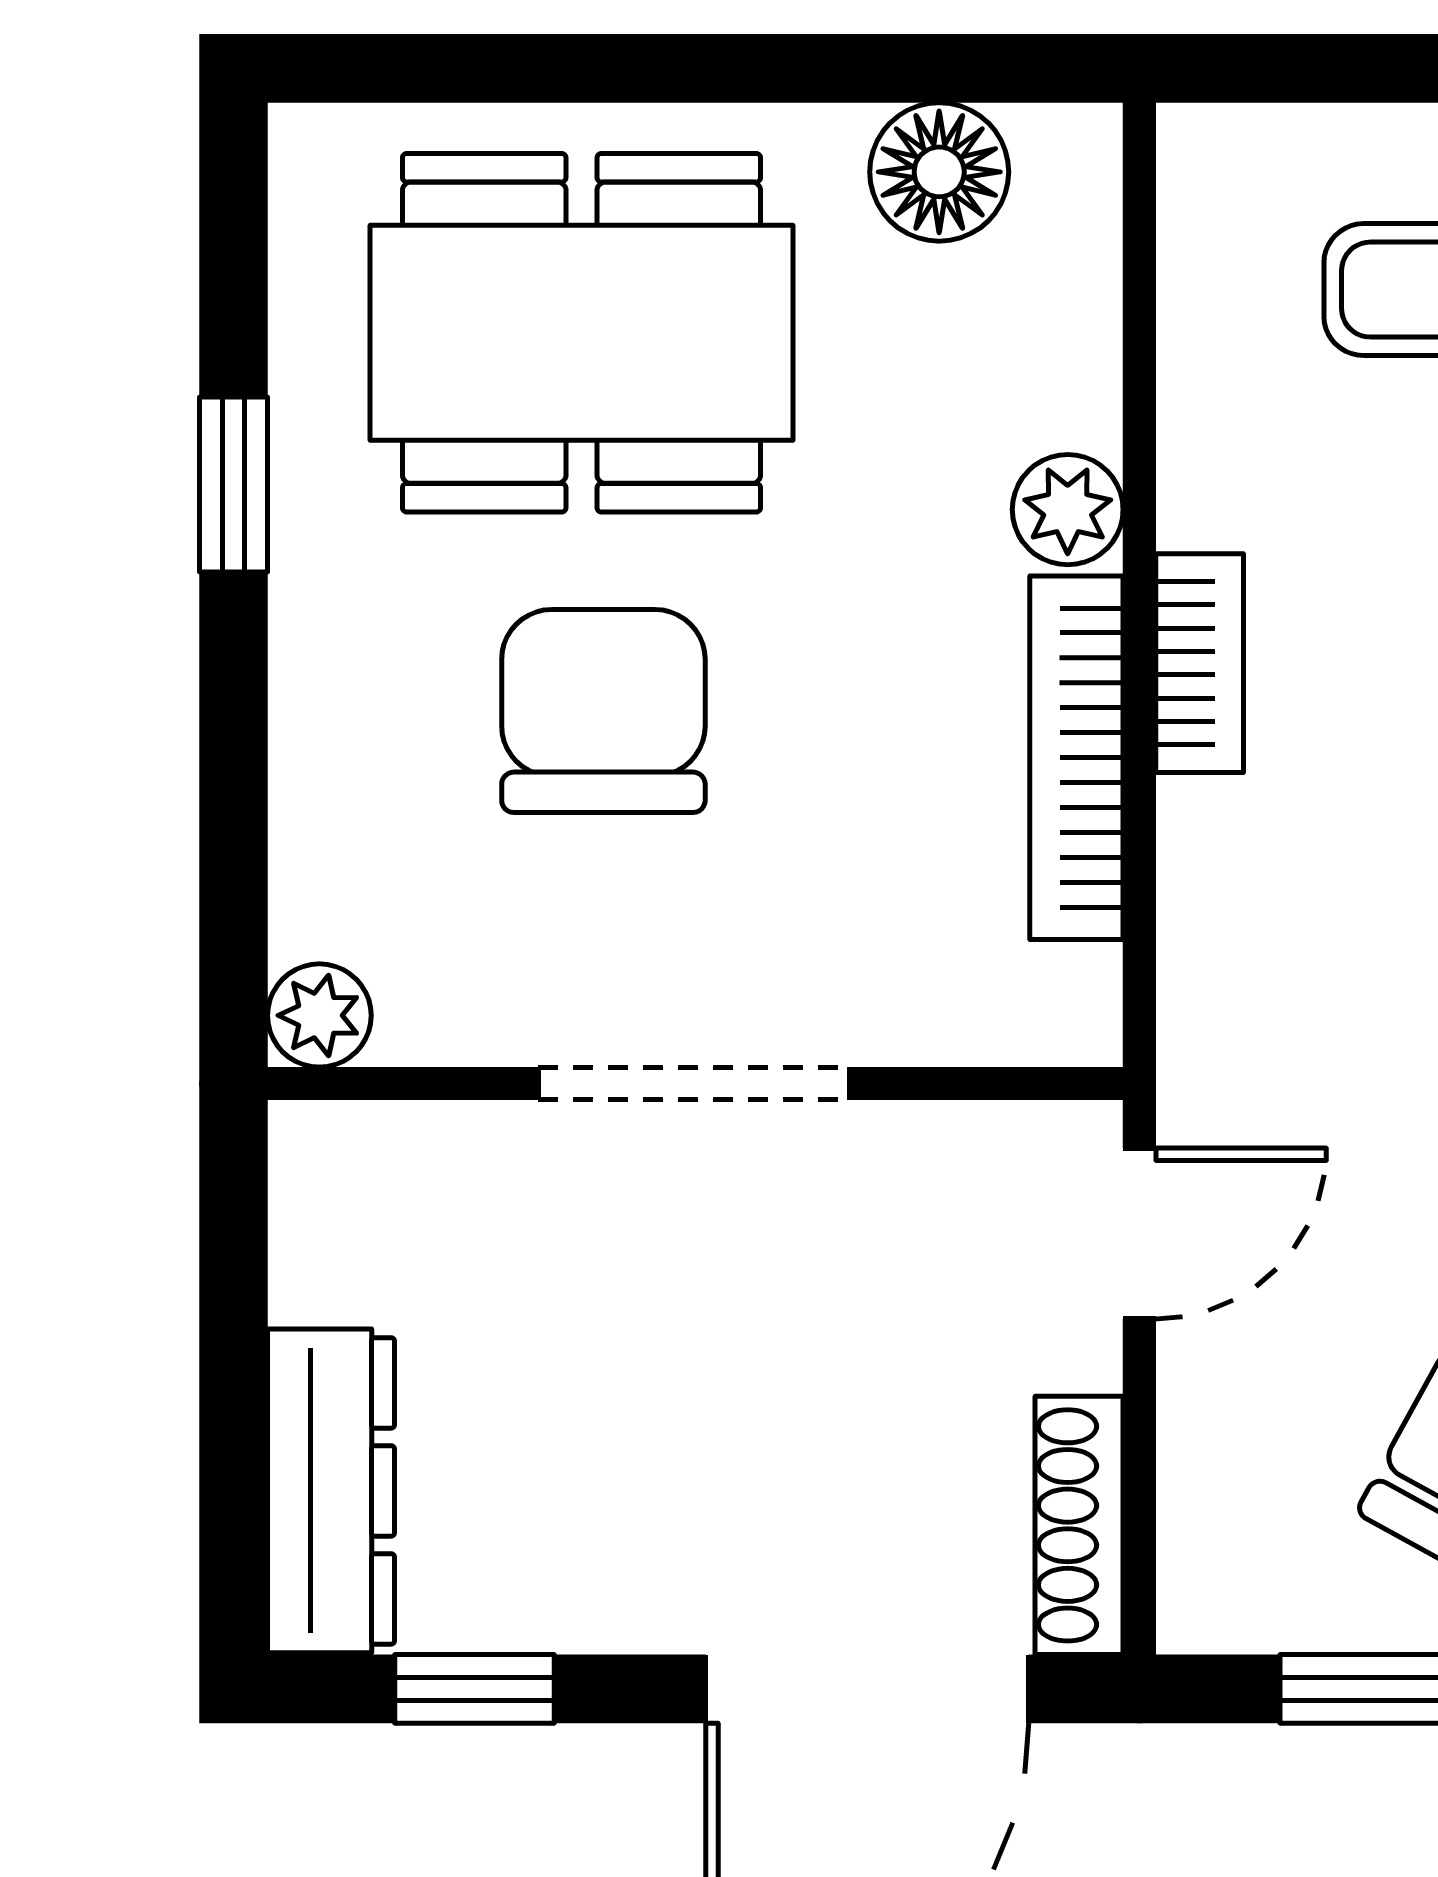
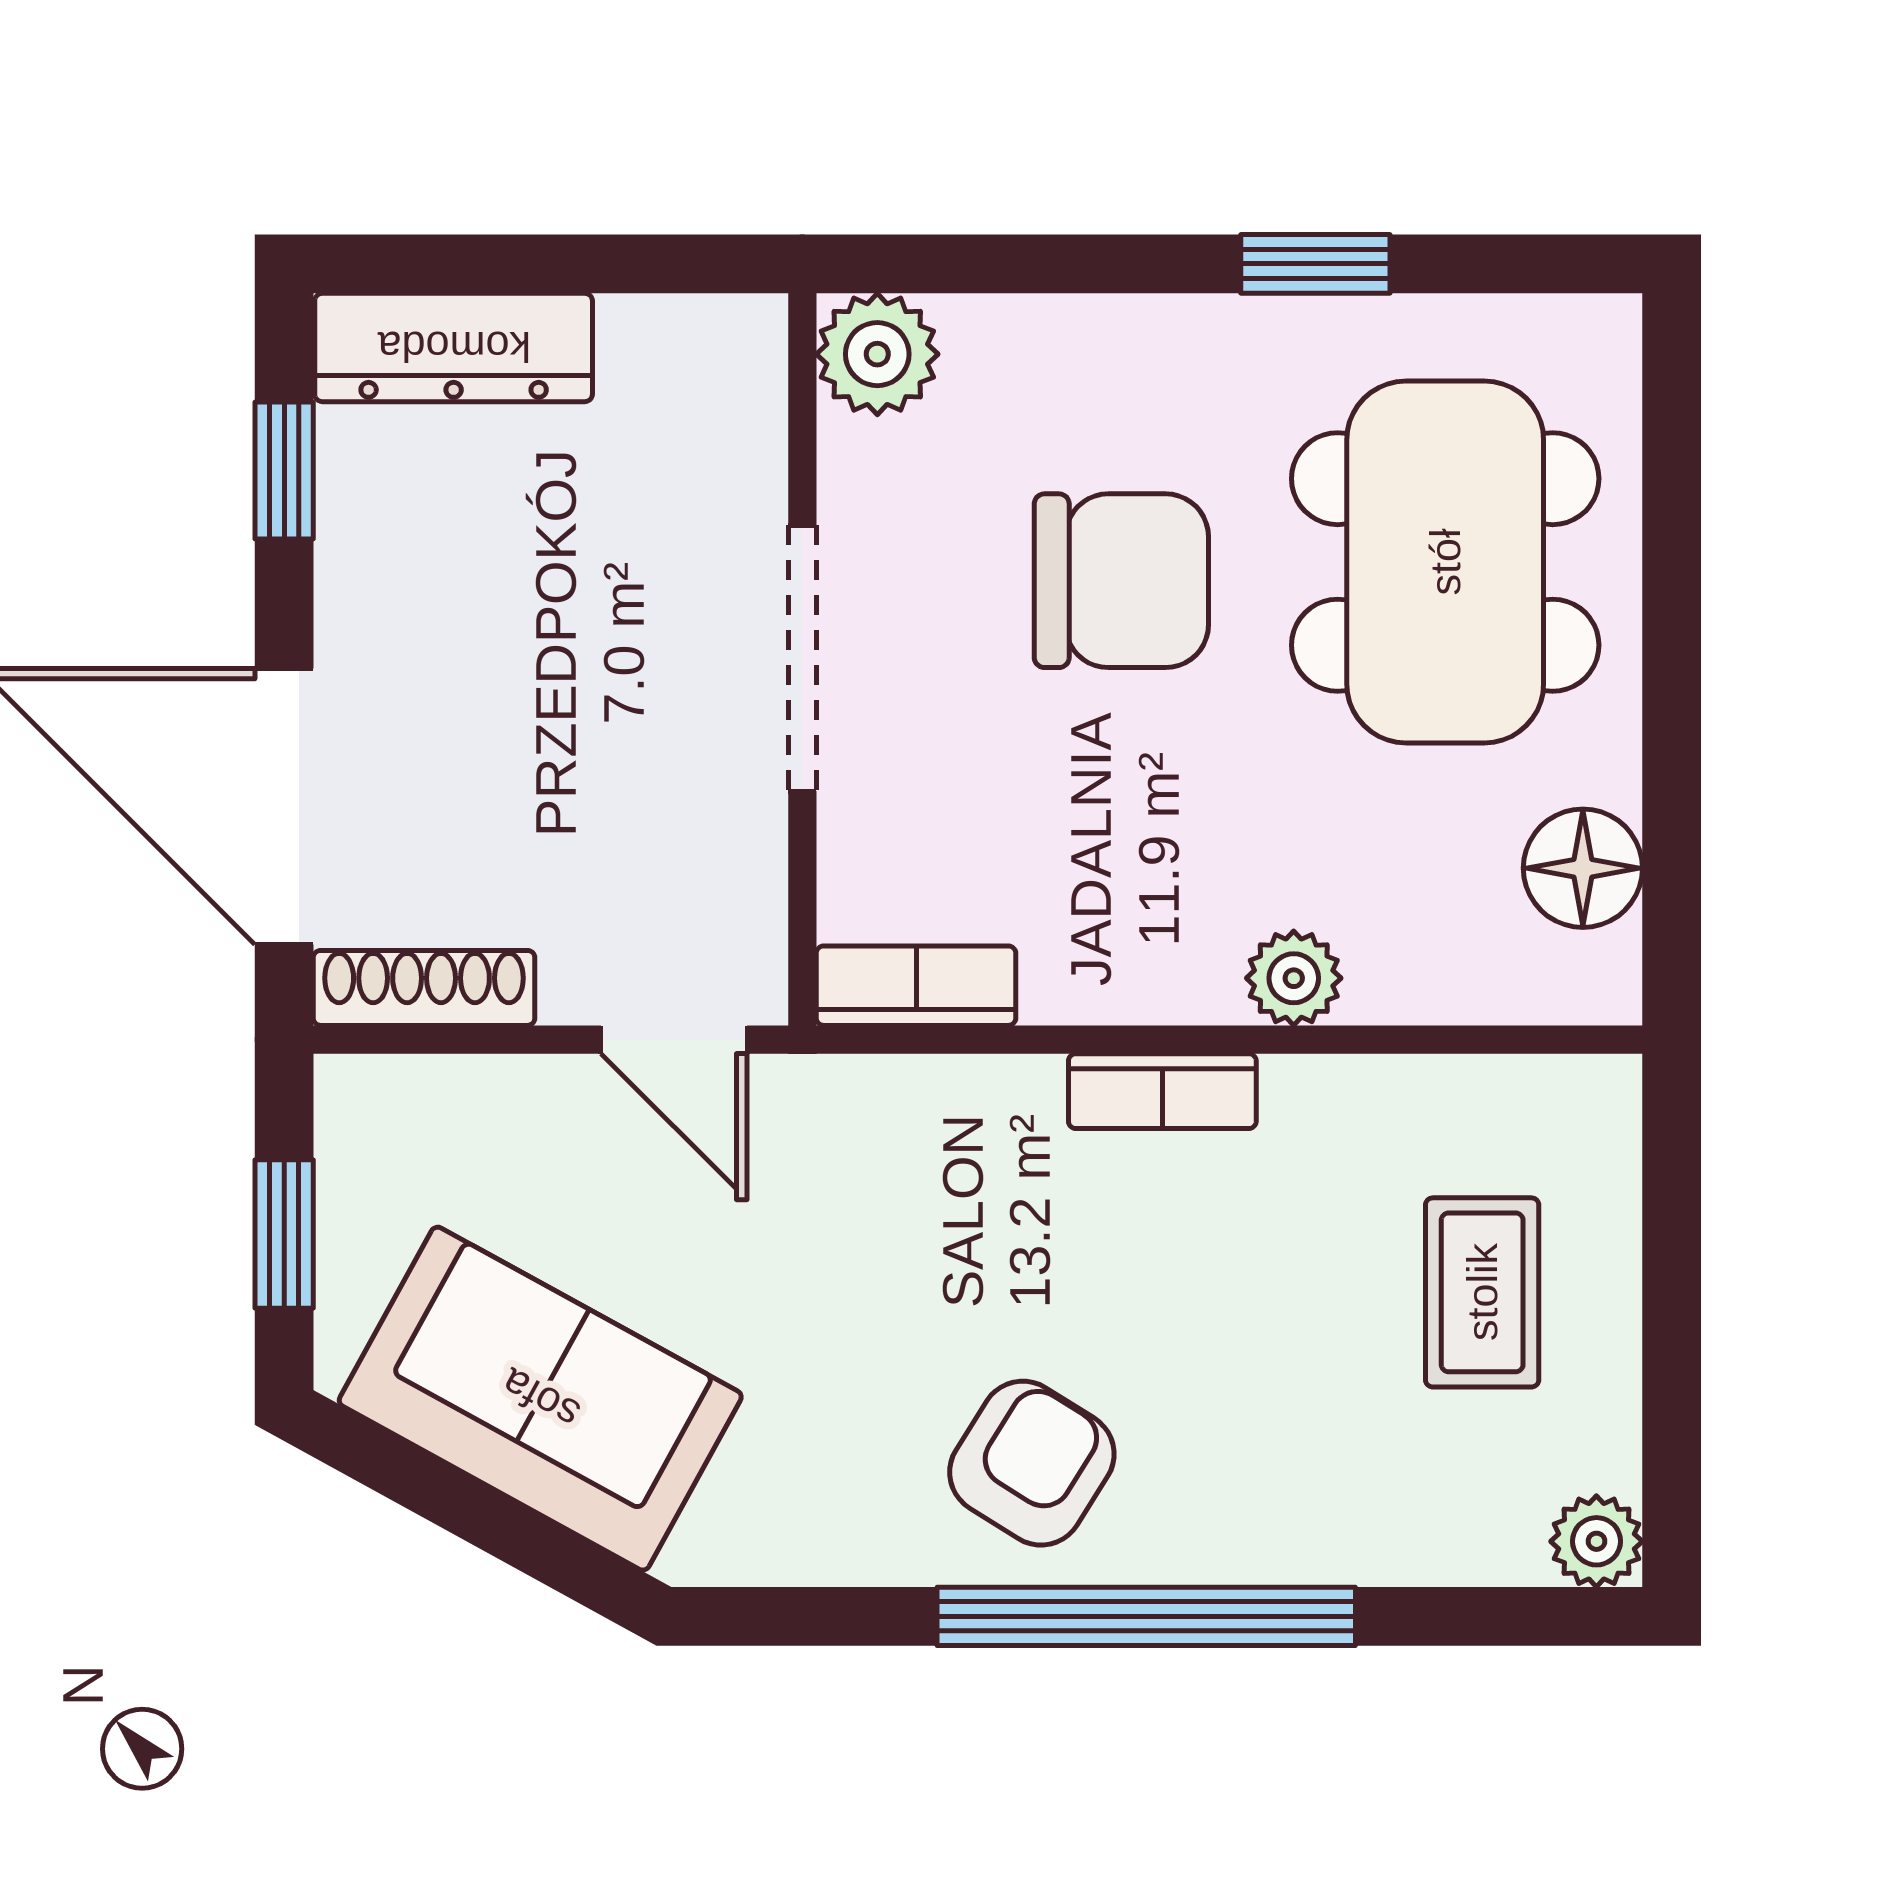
bookcase: (1076, 758) -> (916, 986), moved, width x0.64
plant: (319, 1015) -> (877, 354), width x1.38, depth x1.38

